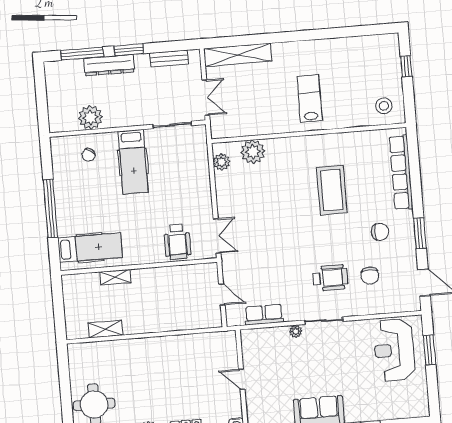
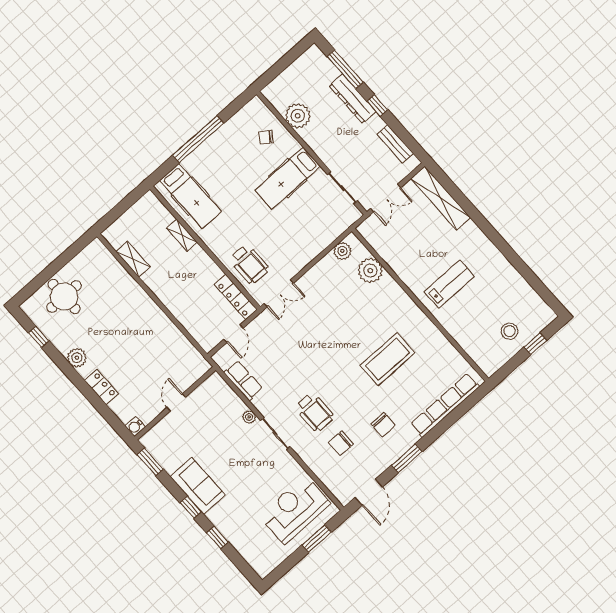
window: (129, 50) -> (377, 105), width x0.67
stool: (384, 106) -> (510, 331), moved
wheelchair: (177, 242) -> (249, 264), turned -90
locker: (195, 272) -> (236, 297), added

